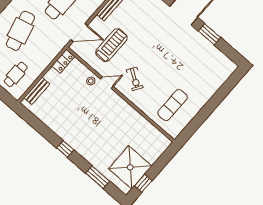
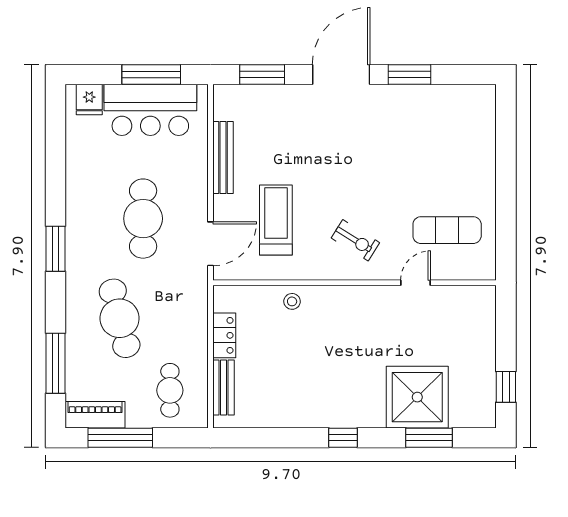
locker: (63, 61) -> (224, 335), moved
door: (107, 83) -> (416, 283), moved
exercise mat: (173, 105) -> (447, 230), turned 90
shower: (130, 167) -> (417, 397), moved

